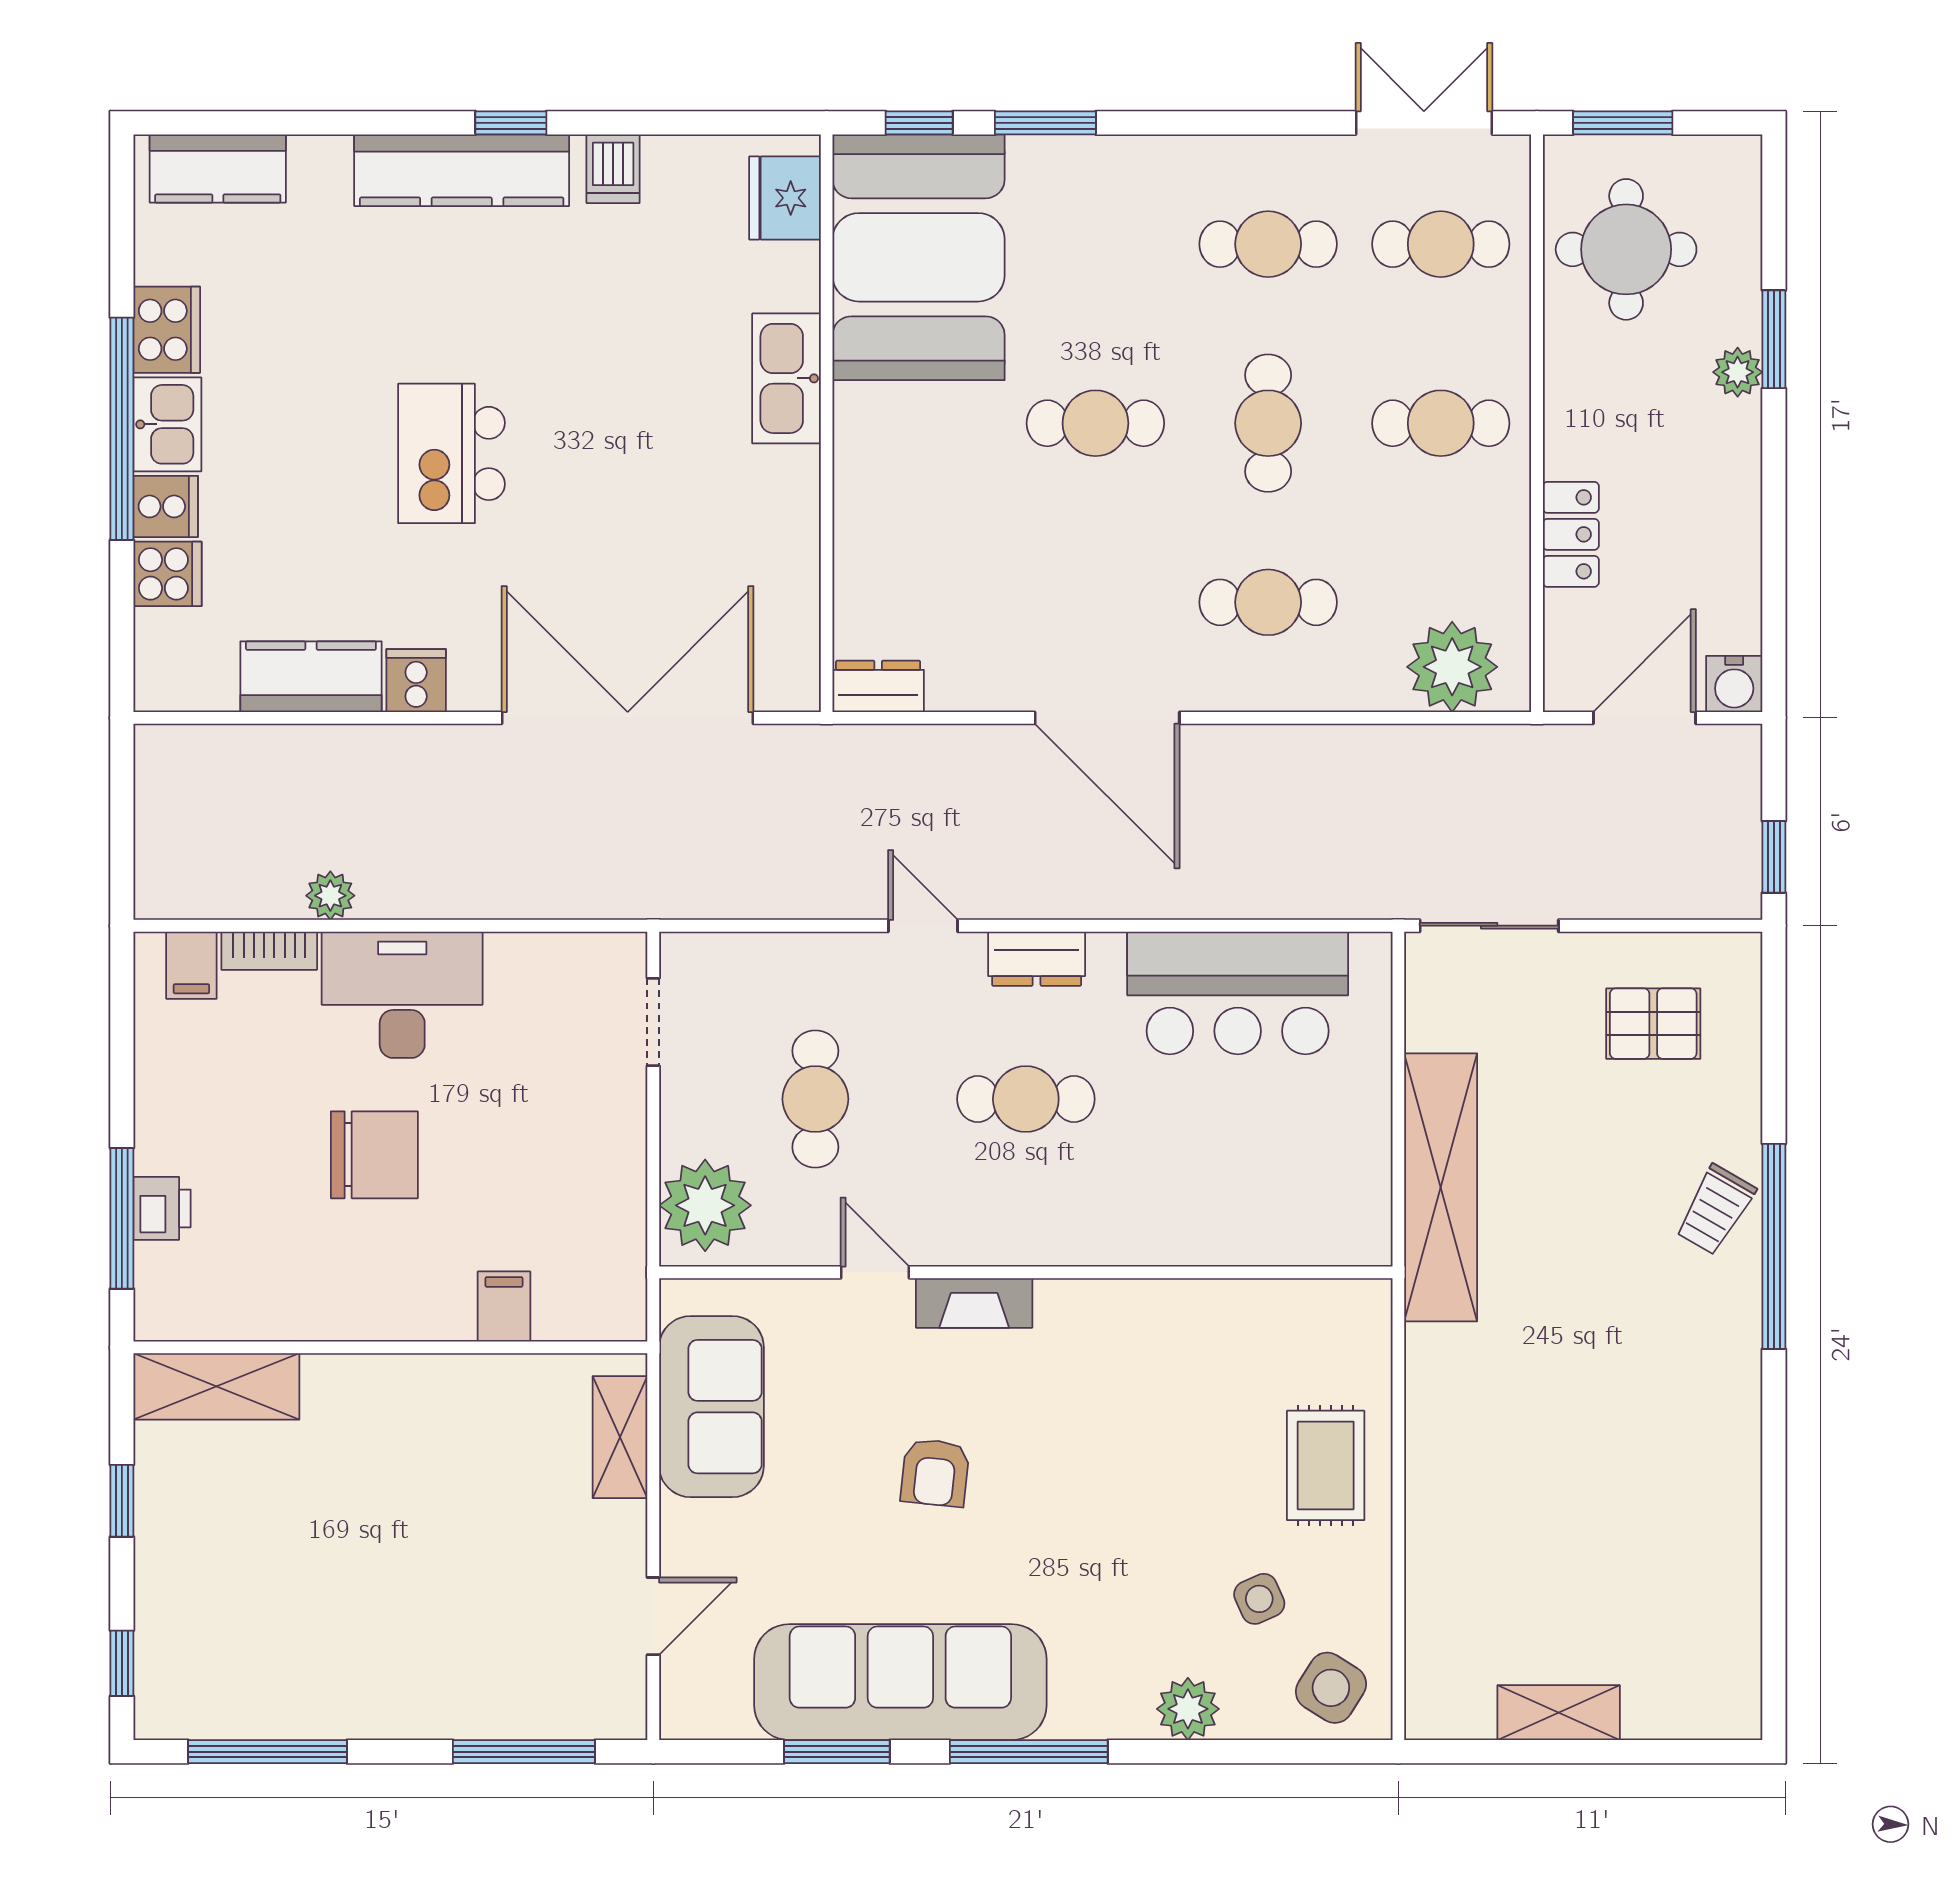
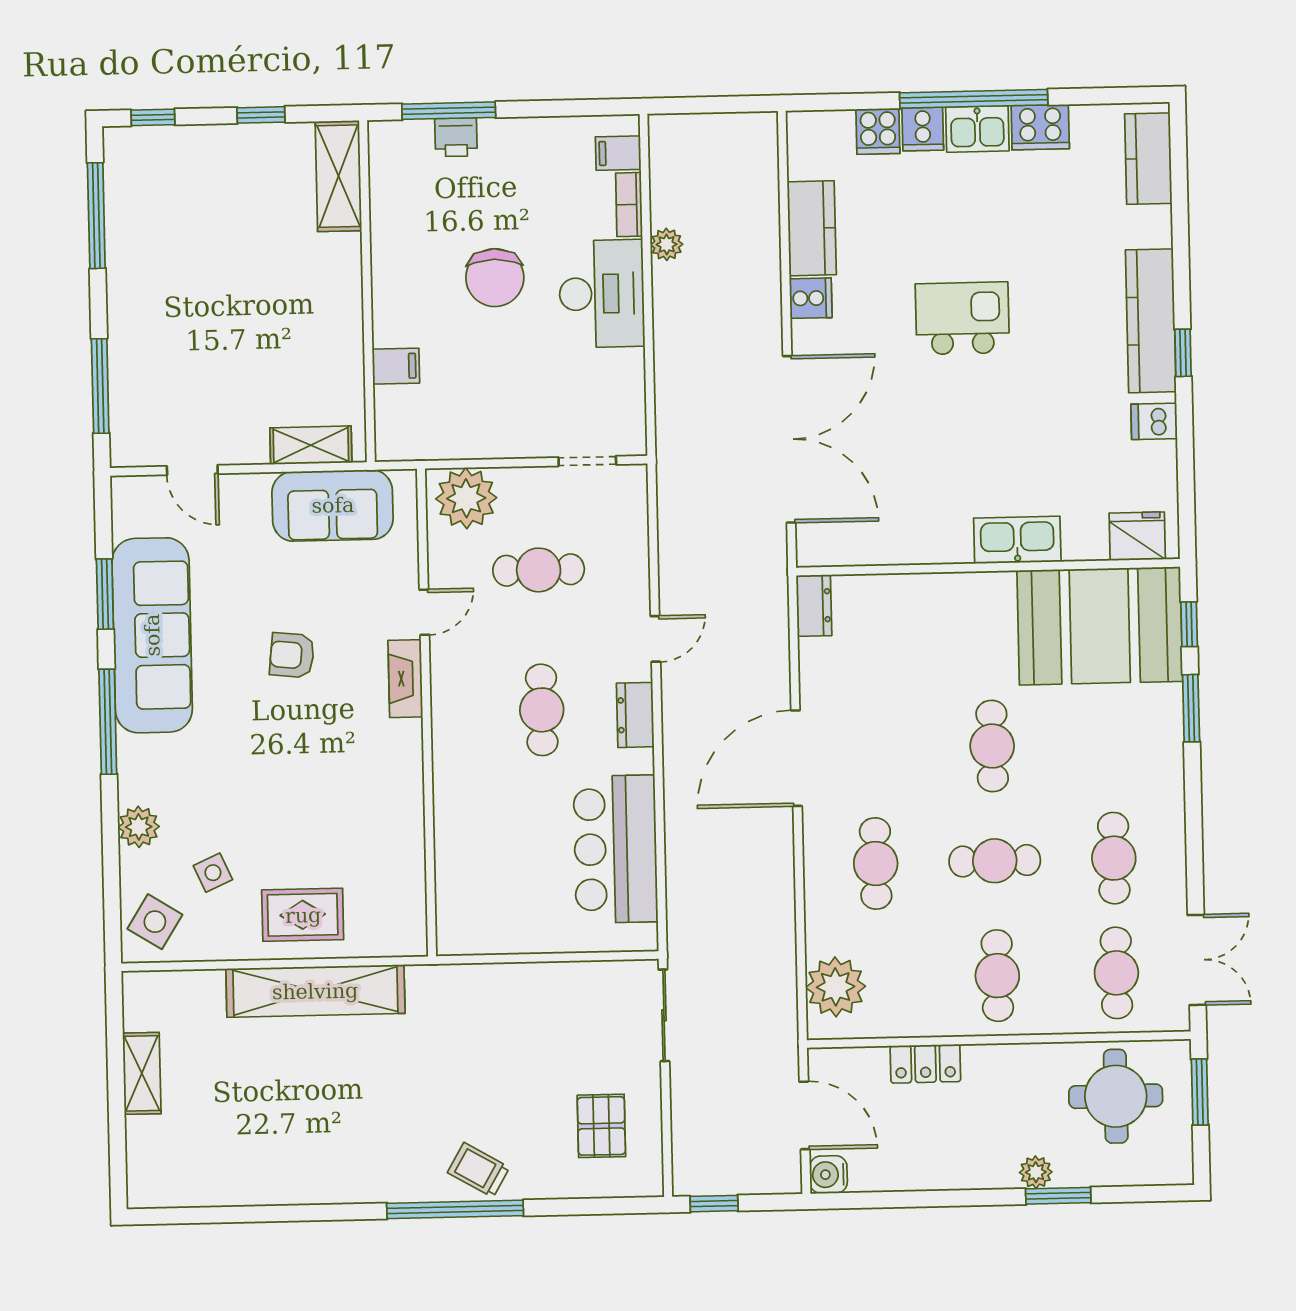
shelving: (1441, 1187) -> (315, 991), moved

